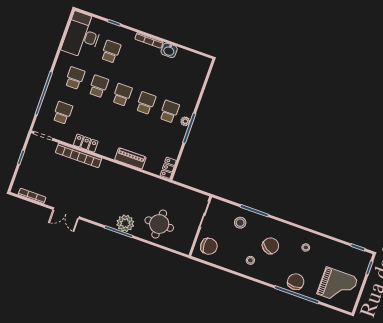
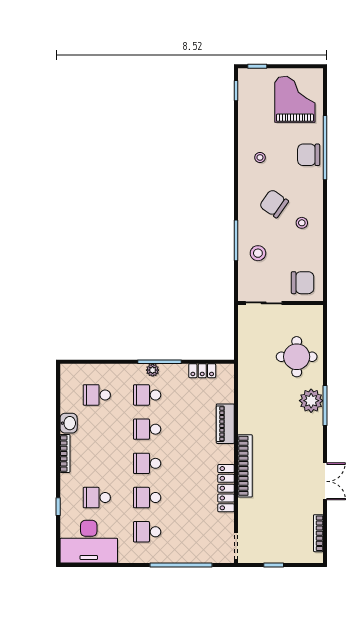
school desk: (63, 113) -> (97, 395), moved
locker: (86, 143) -> (226, 488), width x1.53
bookcase: (79, 155) -> (245, 466), moved
locker: (168, 168) -> (202, 371), moved
chair: (209, 246) -> (303, 283), turned 93

